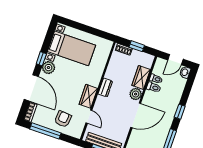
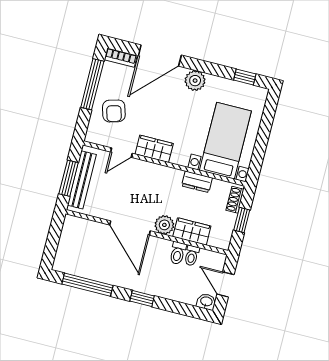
bed with nightstands: (71, 48) -> (225, 141), moved, turned 180
window: (41, 59) -> (245, 77), moved
dresser: (105, 88) -> (197, 182), moved
armchair: (63, 119) -> (114, 111), turned 69

